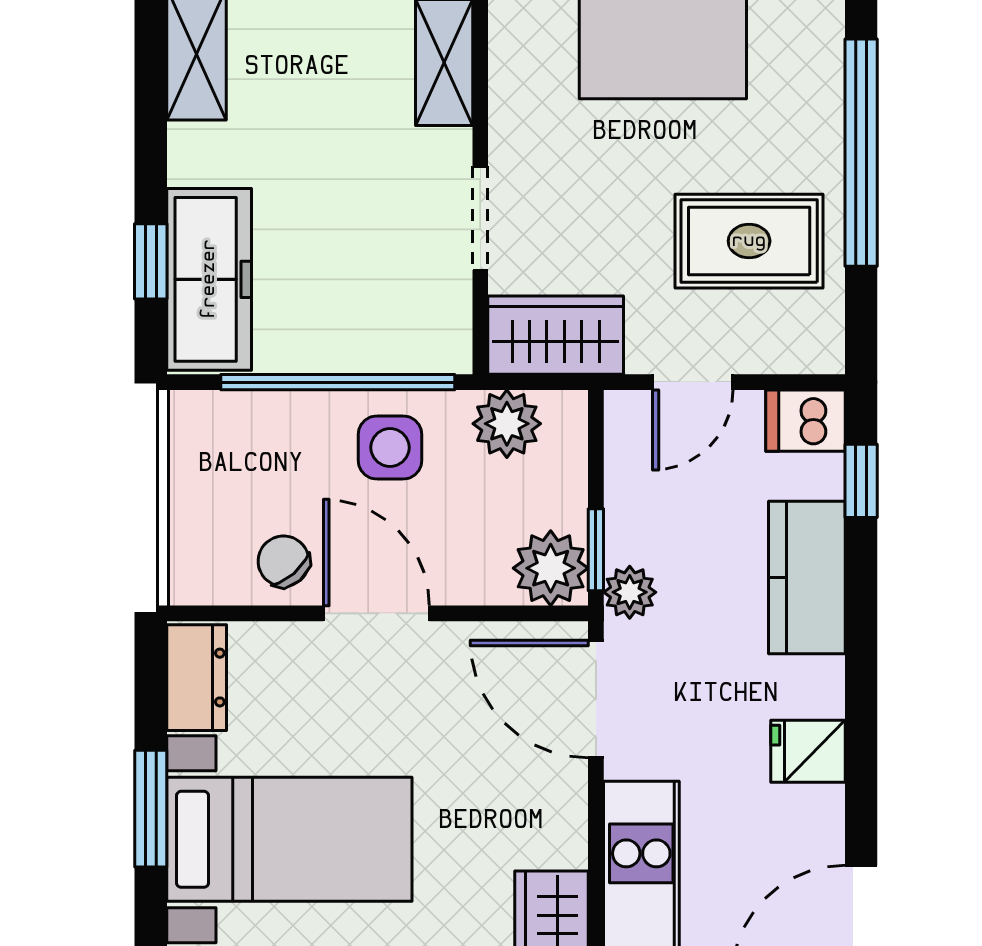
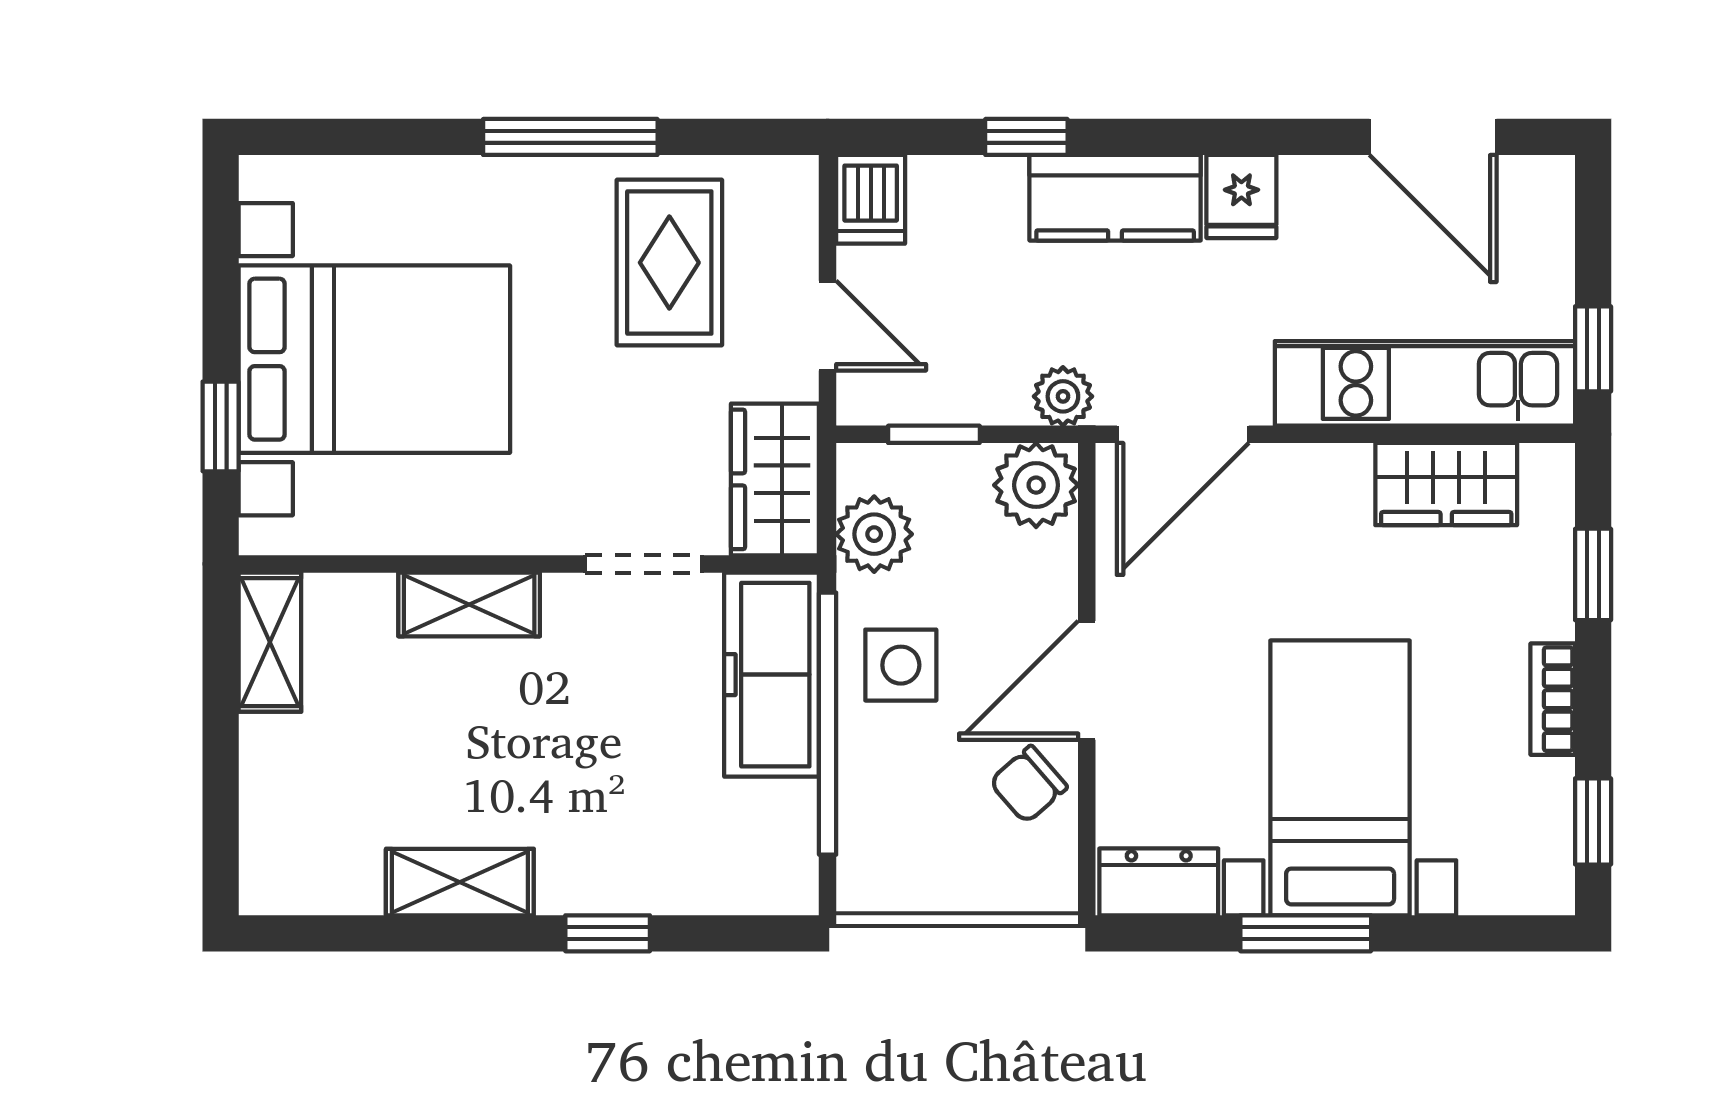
window: (861, 153) -> (570, 137), width x0.68
window: (151, 261) -> (608, 933), moved
freezer: (209, 279) -> (772, 675), moved, turned -90
window: (861, 481) -> (1026, 137), moved
window: (596, 550) -> (934, 434), moved
kitchen counter: (807, 577) -> (1115, 198), moved

